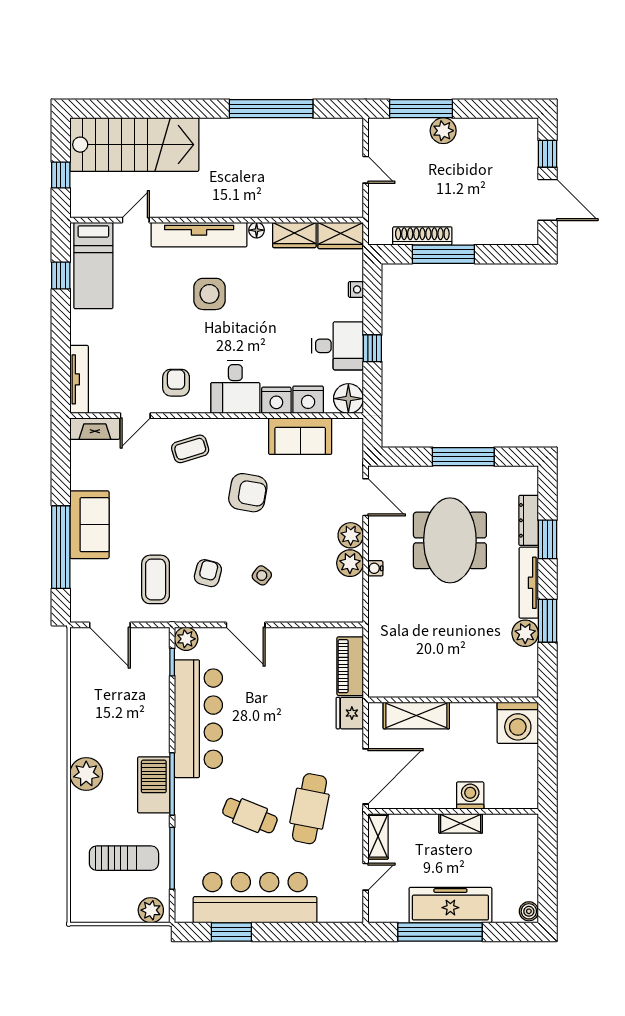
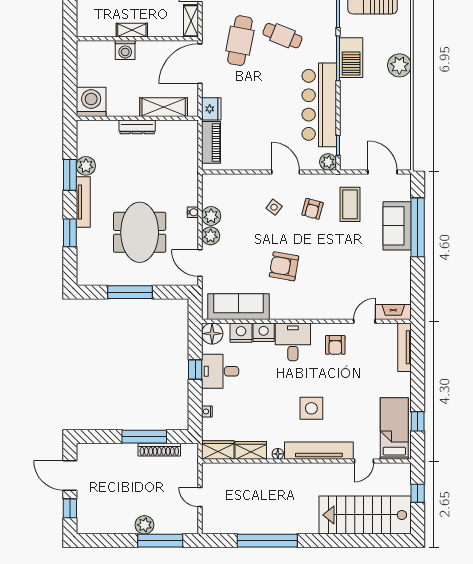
sofa: (300, 436) -> (238, 307), width x1.36
coffee table: (190, 449) -> (325, 298), removed
dresser: (529, 520) -> (137, 127), moved, turned 90
sofa: (89, 525) -> (397, 226), moved

